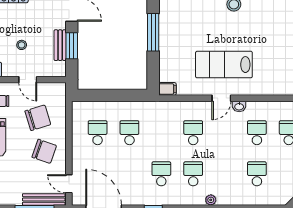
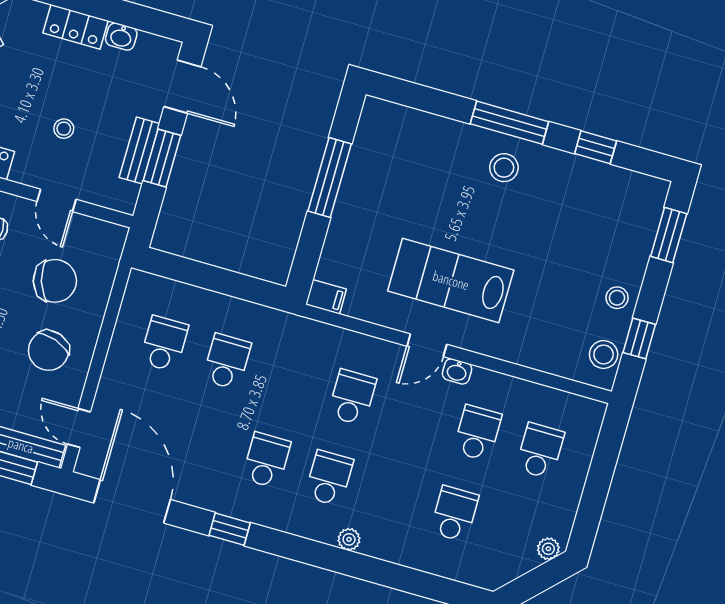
chair: (44, 151) -> (49, 350), turned 90

